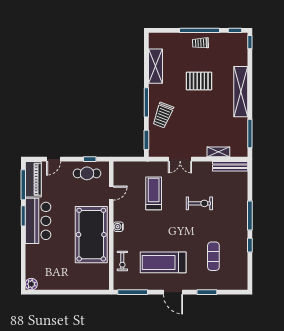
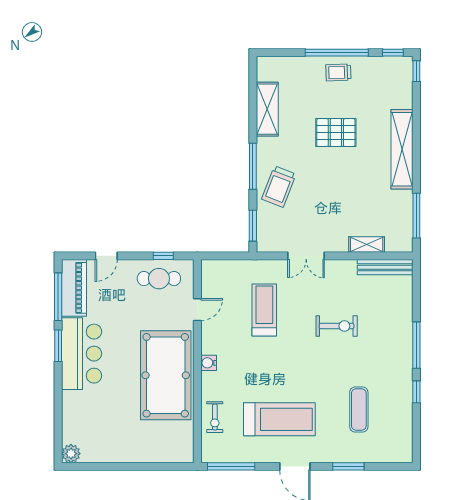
treadmill: (163, 262) -> (279, 419), turned 180

